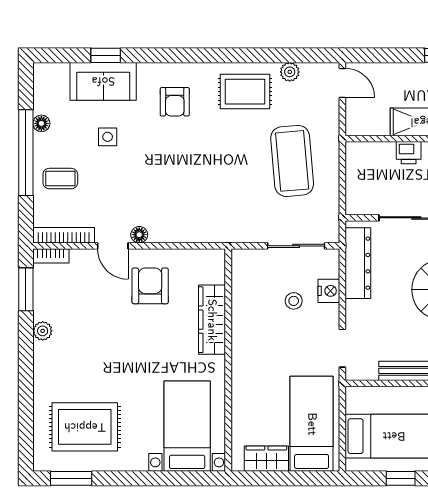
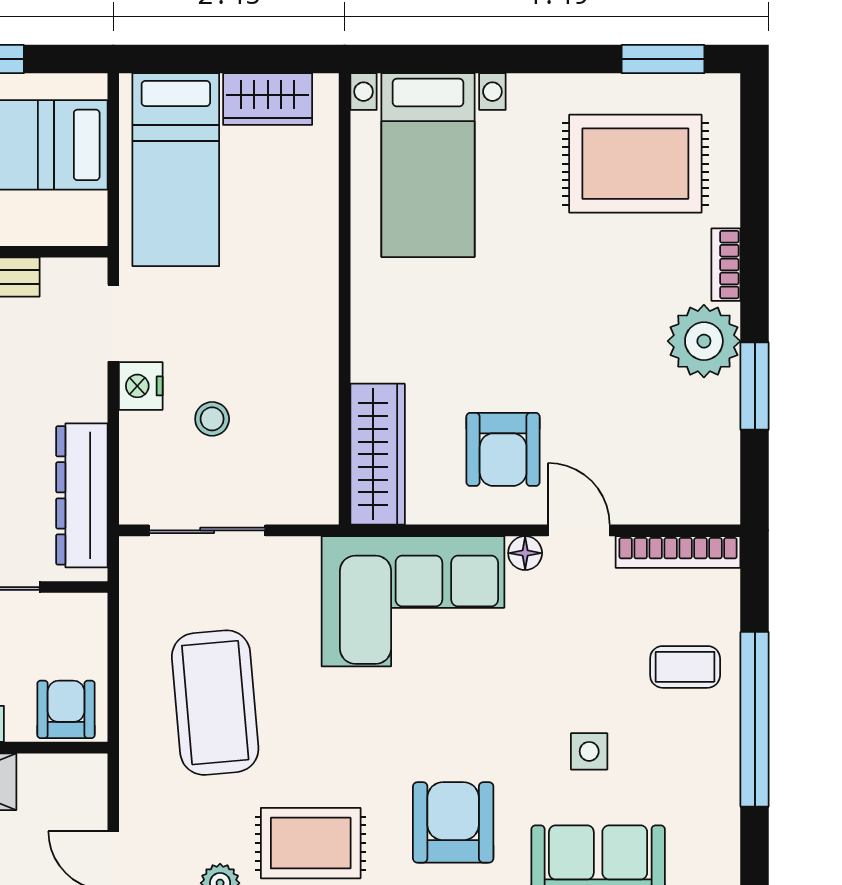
armchair: (175, 102) -> (453, 822), width x1.38, depth x1.38
floor lamp: (41, 123) -> (723, 779), removed
armchair: (366, 158) -> (66, 709), added
corner sofa: (195, 211) -> (413, 601), added
bookcase: (51, 256) -> (726, 265), moved, turned -90
window: (26, 289) -> (755, 386), moved
nightstand: (329, 291) -> (141, 386), moved
wardrobe: (212, 320) -> (378, 454), moved
plant: (43, 331) -> (704, 341), width x1.88, depth x1.88

